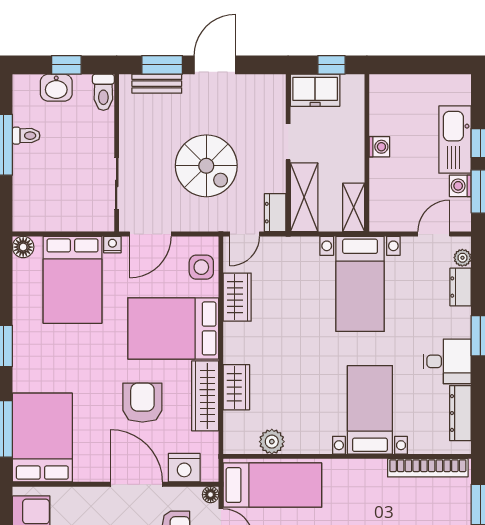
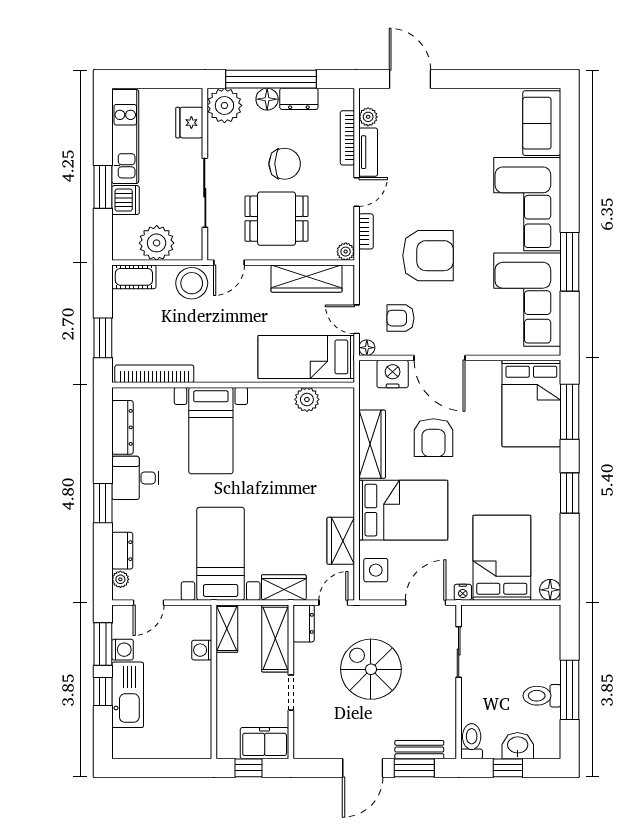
toilet: (26, 136) -> (542, 696), width x1.37, depth x1.39
washing machine: (379, 147) -> (202, 650), moved
wardrobe: (236, 387) -> (284, 587), moved, turned 90

